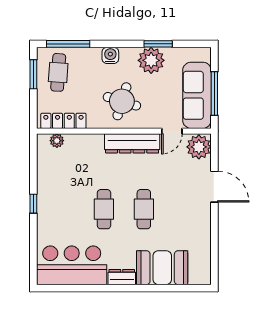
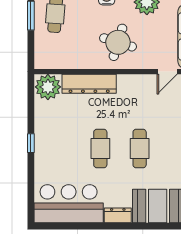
locker: (63, 121) -> (60, 62), removed
plant: (57, 141) -> (48, 87), width x1.87, depth x1.87
dresser: (132, 143) -> (89, 84), moved

